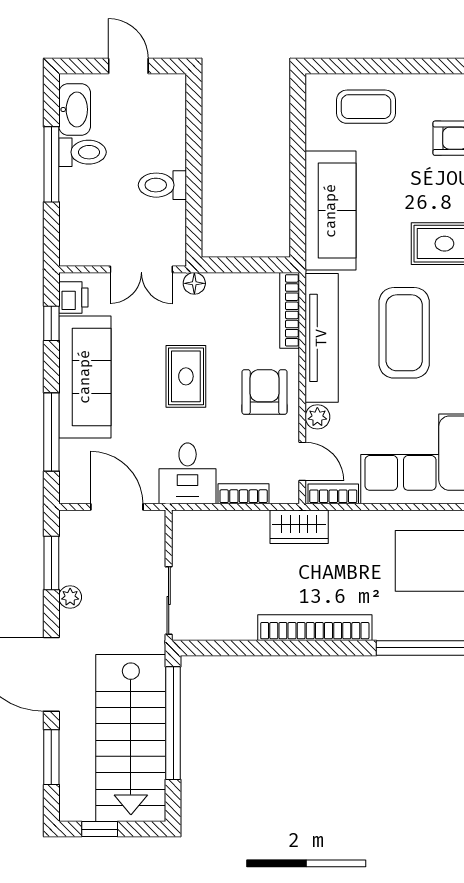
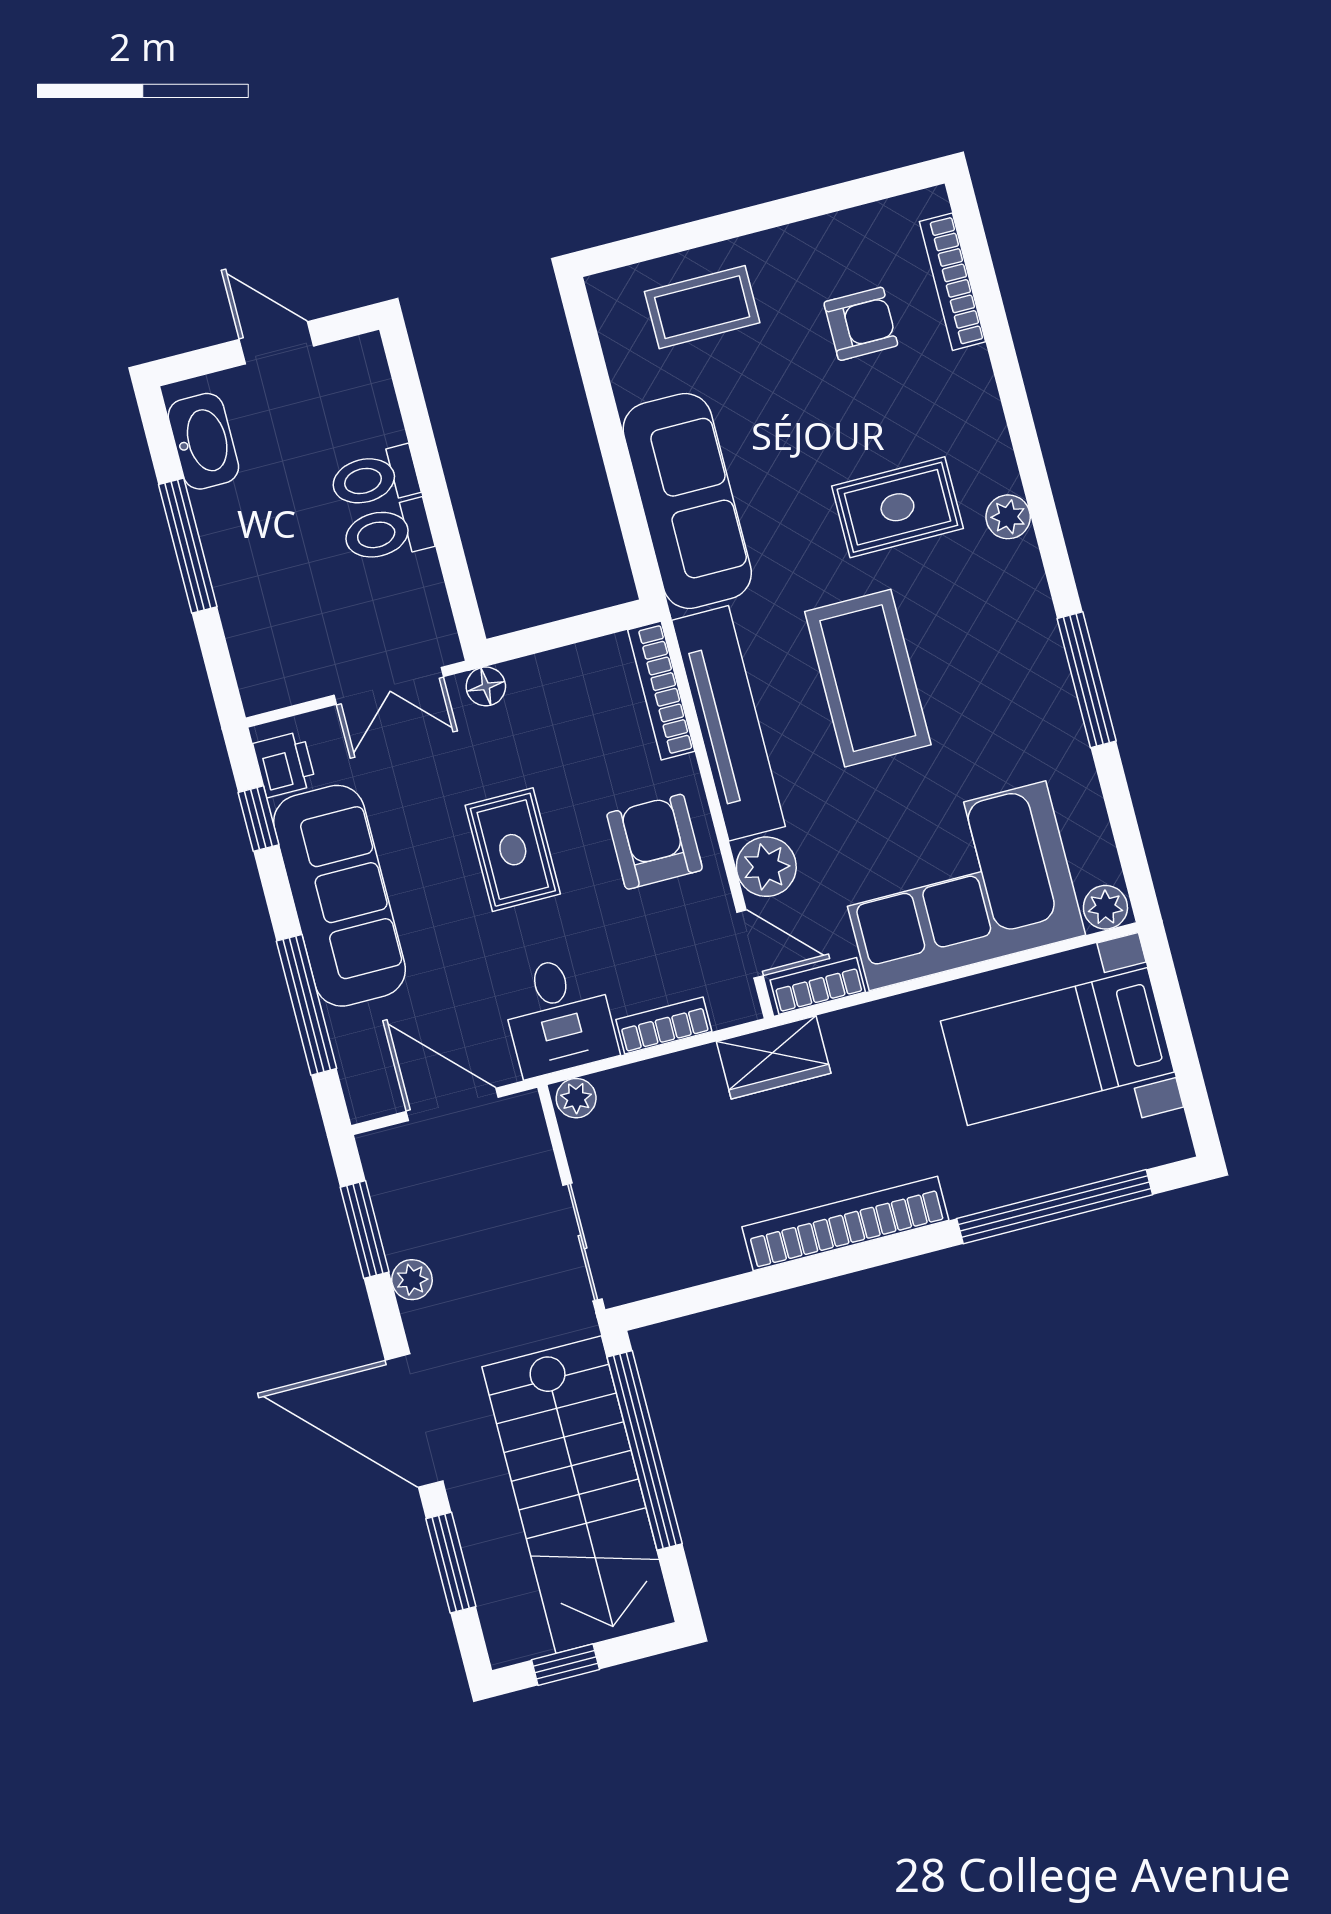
toilet: (82, 152) -> (374, 478), moved, turned 180
plant: (317, 417) -> (766, 867), width x1.38, depth x1.38
plant: (185, 521) -> (576, 1098), added

